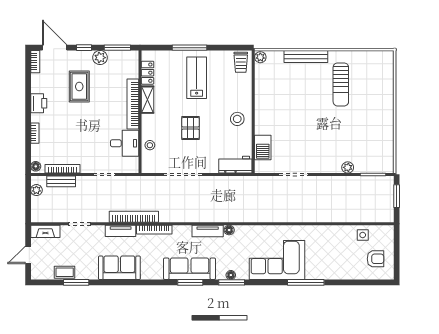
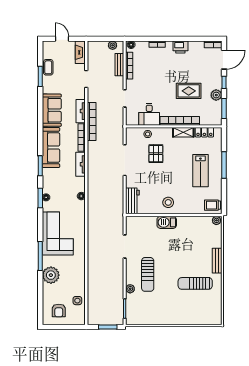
bench: (306, 56) -> (217, 261), width x0.73
lab bench: (197, 78) -> (200, 171), turned 90
rug: (79, 87) -> (189, 91), moved
pallet: (190, 128) -> (156, 154), moved, turned 90
sun lounger: (329, 145) -> (148, 274), added
barbecue: (263, 148) -> (167, 222), moved
tv unit: (208, 231) -> (81, 164), moved
sofa: (190, 269) -> (51, 147), moved
plant: (330, 269) -> (51, 275), added

